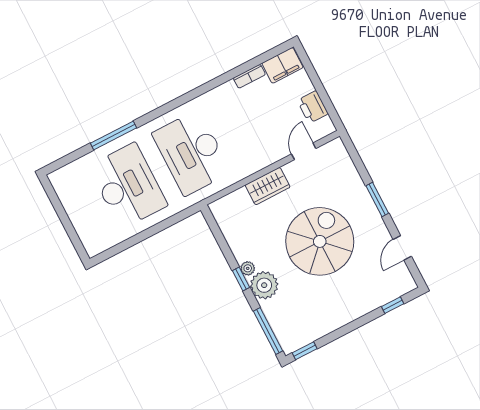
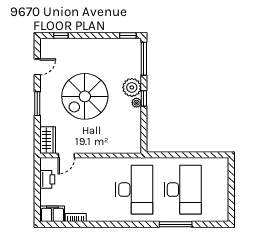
desk: (128, 186) -> (183, 190), turned 180
wardrobe: (268, 186) -> (48, 140), moved, turned 90

